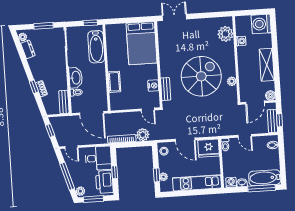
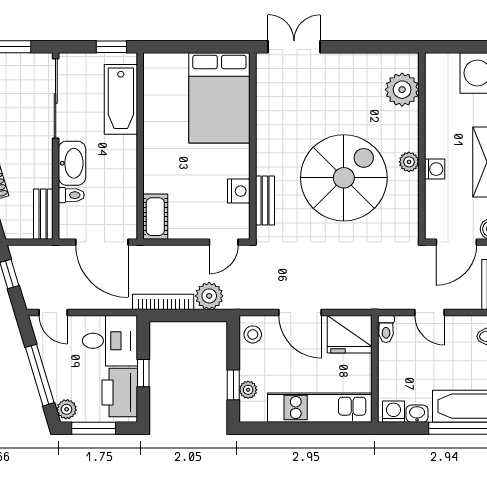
washing machine: (241, 41) -> (435, 169), moved
plant: (232, 81) -> (409, 162), moved
cot: (114, 82) -> (155, 217), moved
door: (148, 109) -> (224, 242), hinge flipped

